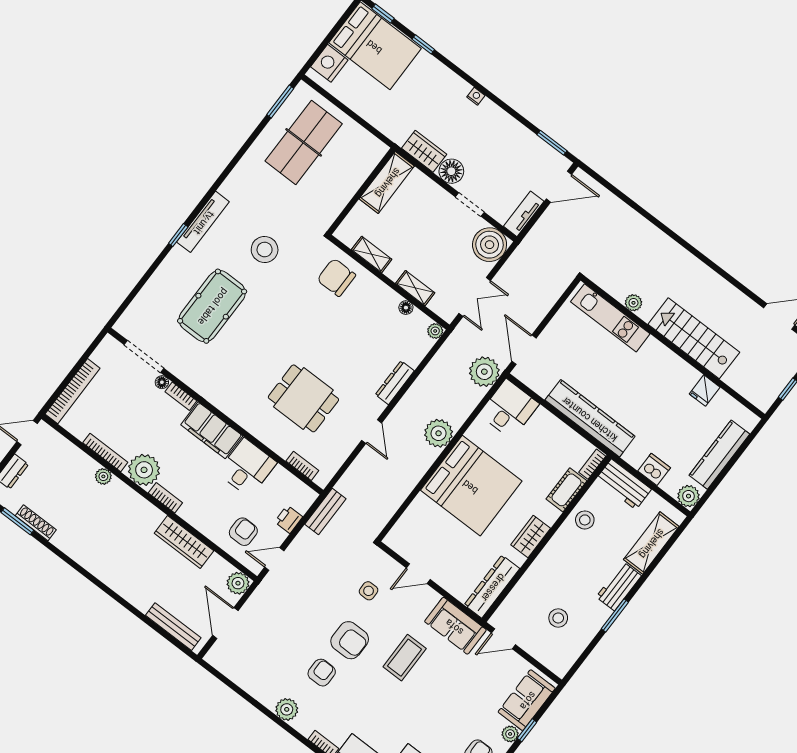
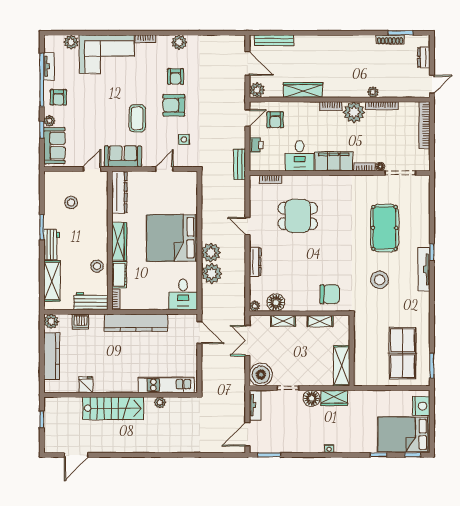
floor lamp: (406, 308) -> (276, 302), width x1.89, depth x1.89
plant: (484, 372) -> (212, 273), moved
wardrobe: (531, 537) -> (119, 241), width x1.50

